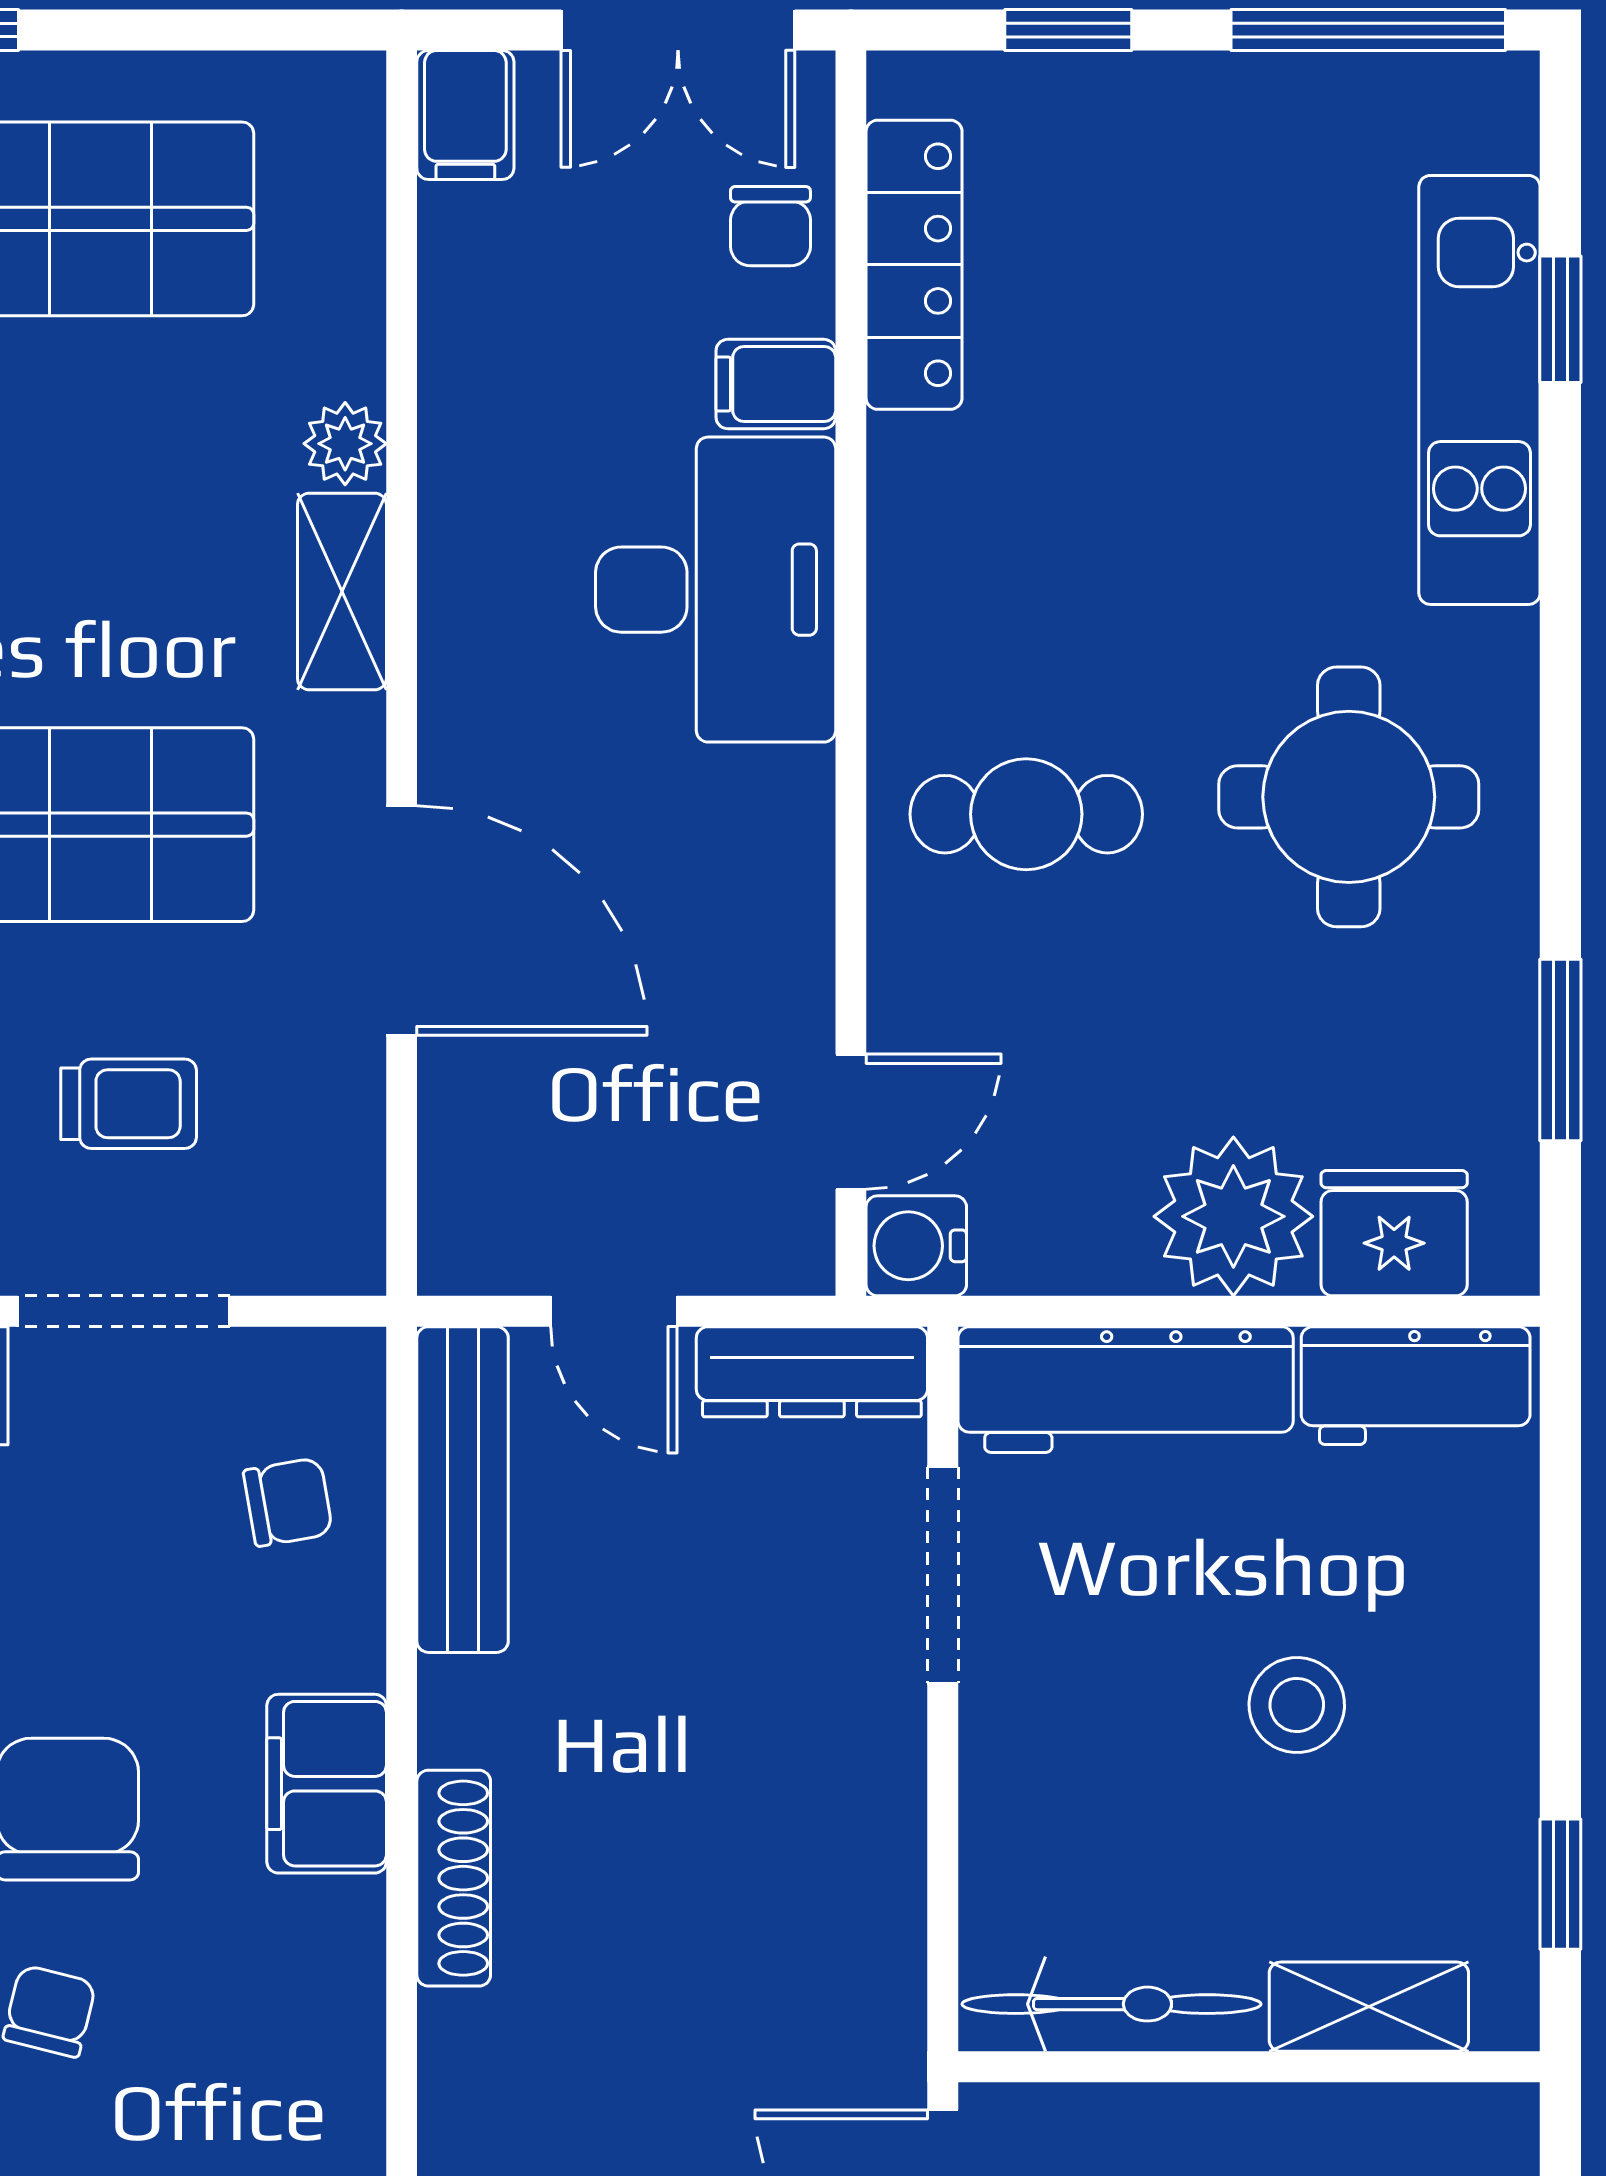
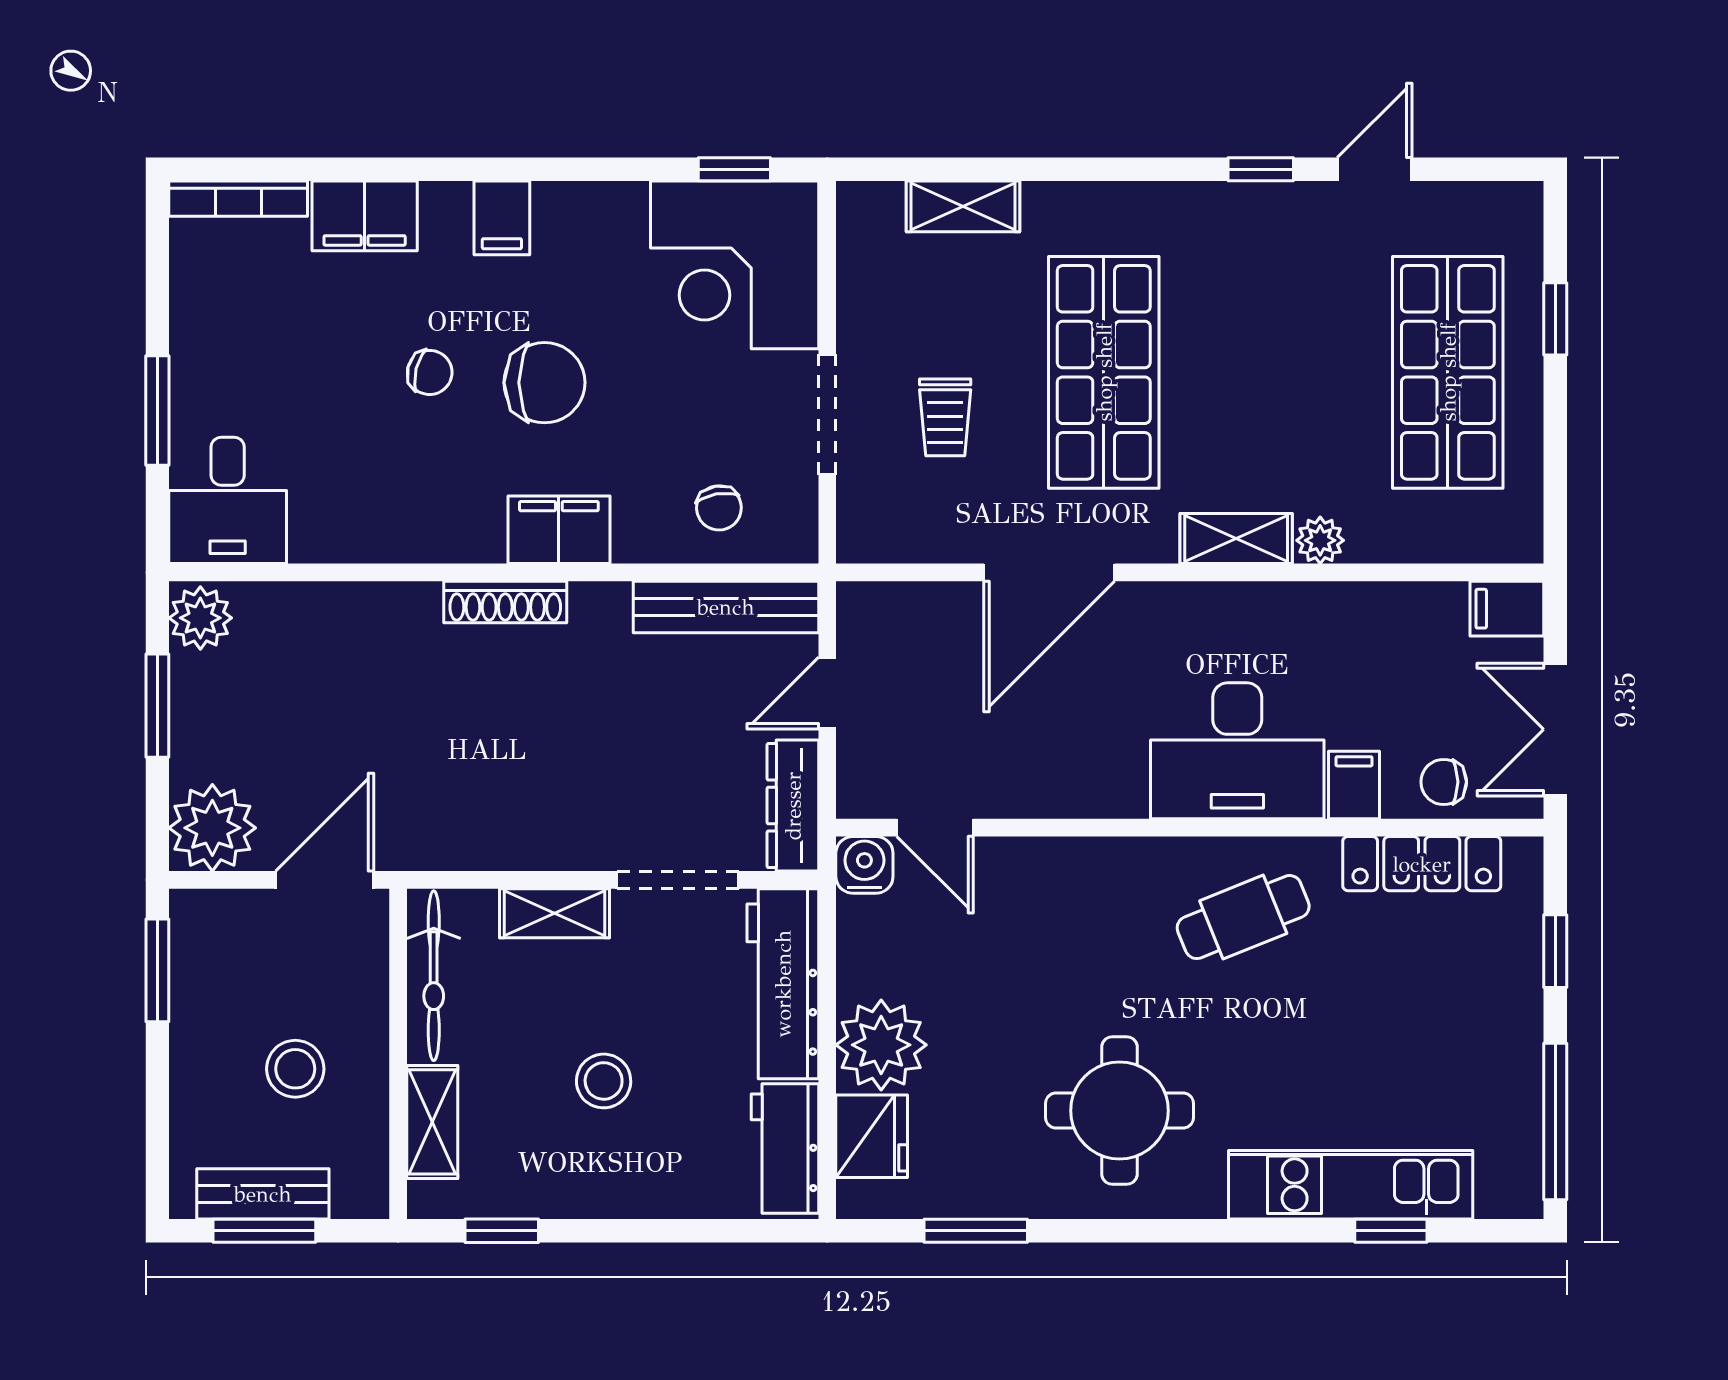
cafe table: (1026, 814) -> (1243, 917), moved, turned 68
shelving: (1001, 1791) -> (555, 913), added

